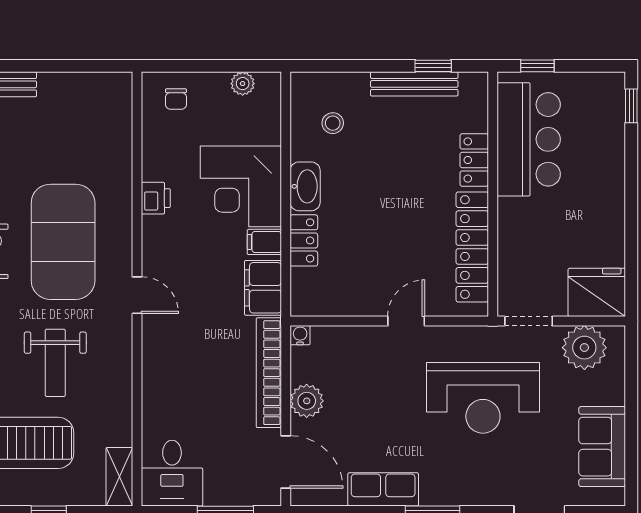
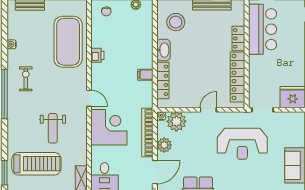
stool: (333, 123) -> (176, 22), width x1.89, depth x1.89
corner desk: (241, 186) -> (109, 127), moved, turned 180
locker: (304, 240) -> (163, 80), width x1.53
exercise mat: (63, 242) -> (68, 42), moved
filing cabinet: (263, 288) -> (145, 95), removed
plant: (584, 348) -> (176, 121), moved
door: (286, 462) -> (155, 172), hinge flipped

